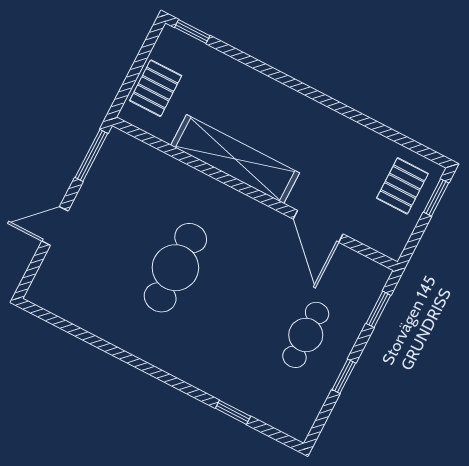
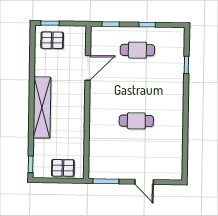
shelving: (235, 159) -> (42, 107), moved
cafe table: (175, 268) -> (136, 121), width x0.73, depth x0.74

